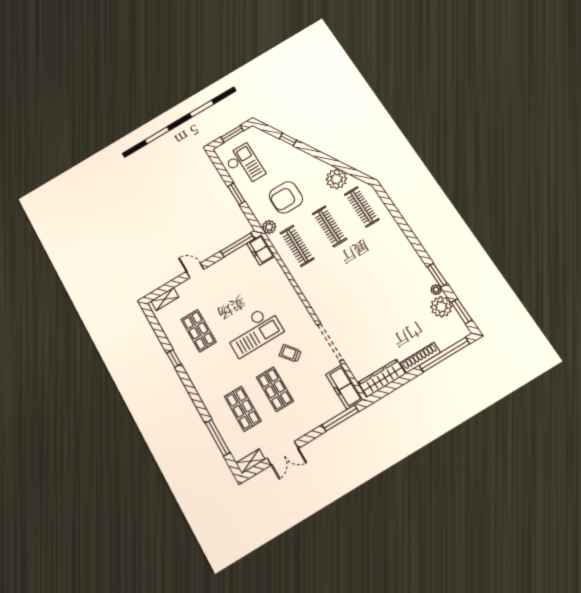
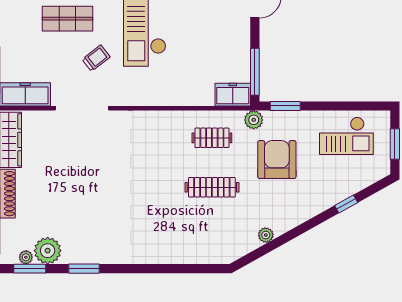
plant: (336, 179) -> (266, 235), width x0.53, depth x0.53
window: (236, 194) -> (285, 106), moved
clothes rail: (362, 207) -> (212, 237), removed
clothes rail: (297, 246) -> (212, 138), width x0.73
plant: (436, 290) -> (26, 257), moved

